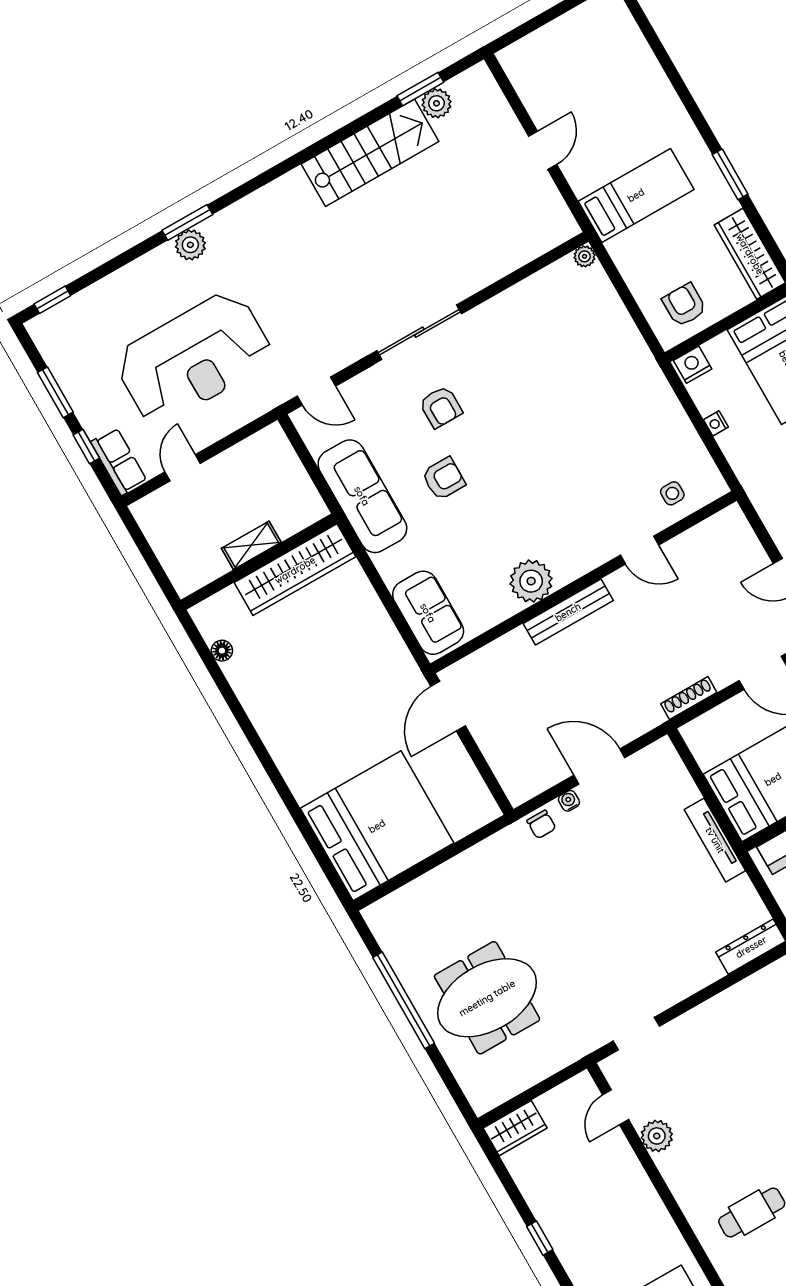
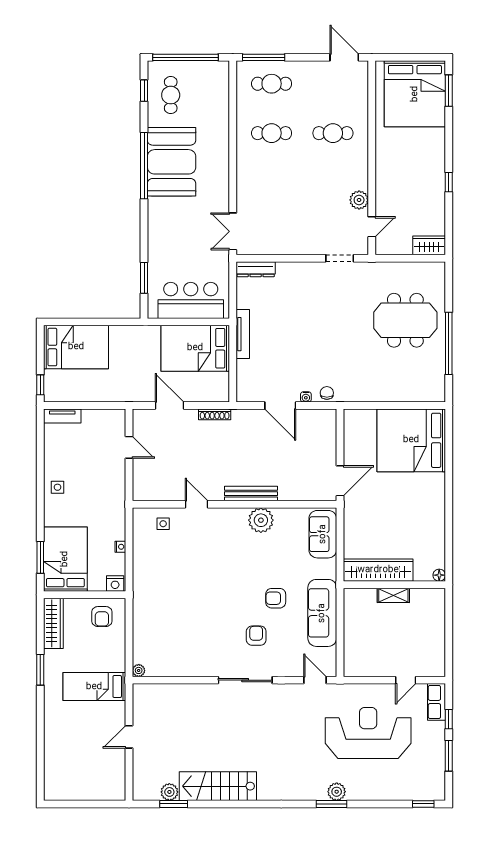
shelving: (251, 545) -> (393, 595), moved
wall: (259, 562) -> (394, 585), moved
wardrobe: (295, 570) -> (378, 570), moved

